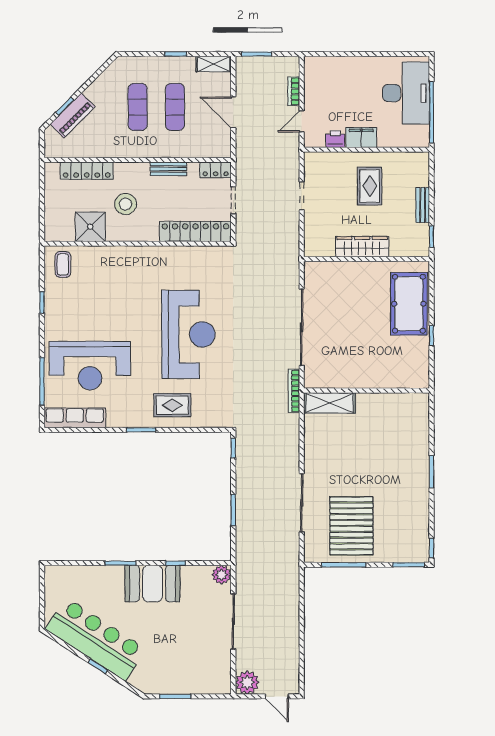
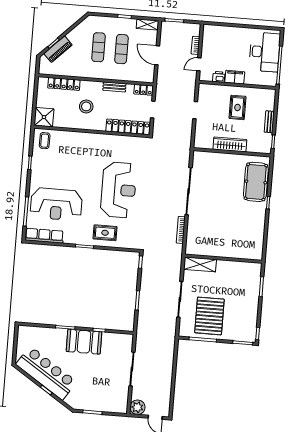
shower: (90, 227) -> (44, 117), moved
wall: (367, 391) -> (223, 259), moved
shelving: (330, 403) -> (200, 264), moved
plant: (221, 575) -> (127, 340), removed

